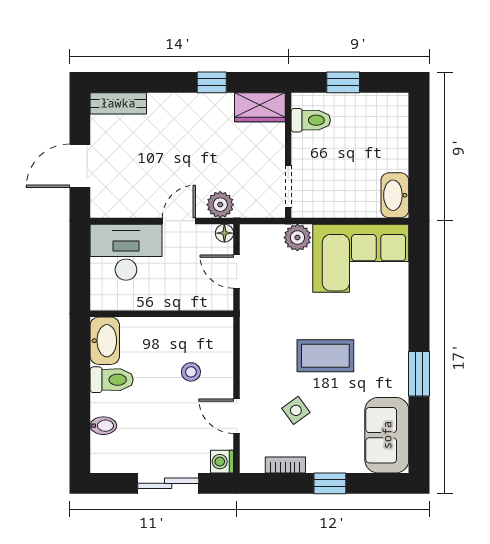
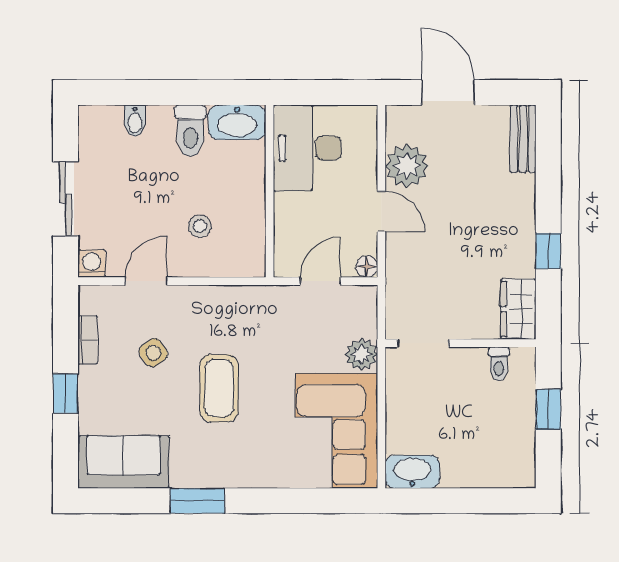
toilet: (311, 120) -> (499, 364), width x0.73, depth x0.72
plant: (220, 205) -> (407, 166), moved, width x1.36, depth x1.36
desk: (126, 252) -> (307, 148), moved, turned 180

